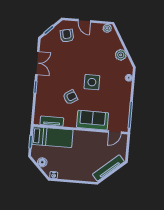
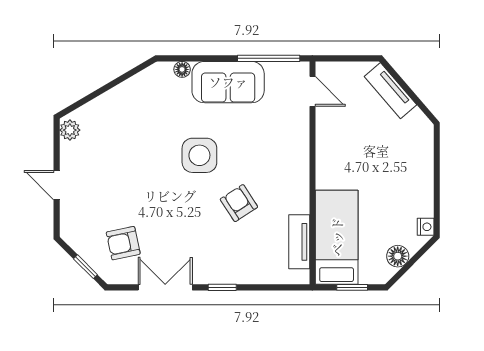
door: (84, 21) -> (57, 185), swing flipped
armchair: (67, 36) -> (123, 243), moved
plant: (121, 55) -> (130, 93), removed
sofa: (93, 120) -> (228, 82), moved, turned -90
tv unit: (108, 168) -> (390, 91), width x0.71

